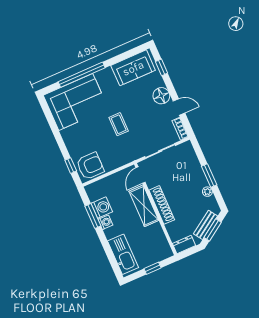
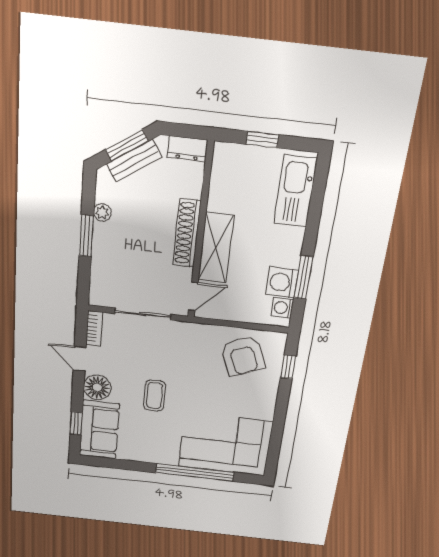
sofa: (133, 68) -> (99, 430), moved, turned 90
coffee table: (119, 124) -> (155, 396), moved
armchair: (90, 166) -> (243, 356), moved, turned -113
washing machine: (105, 222) -> (283, 308), moved

